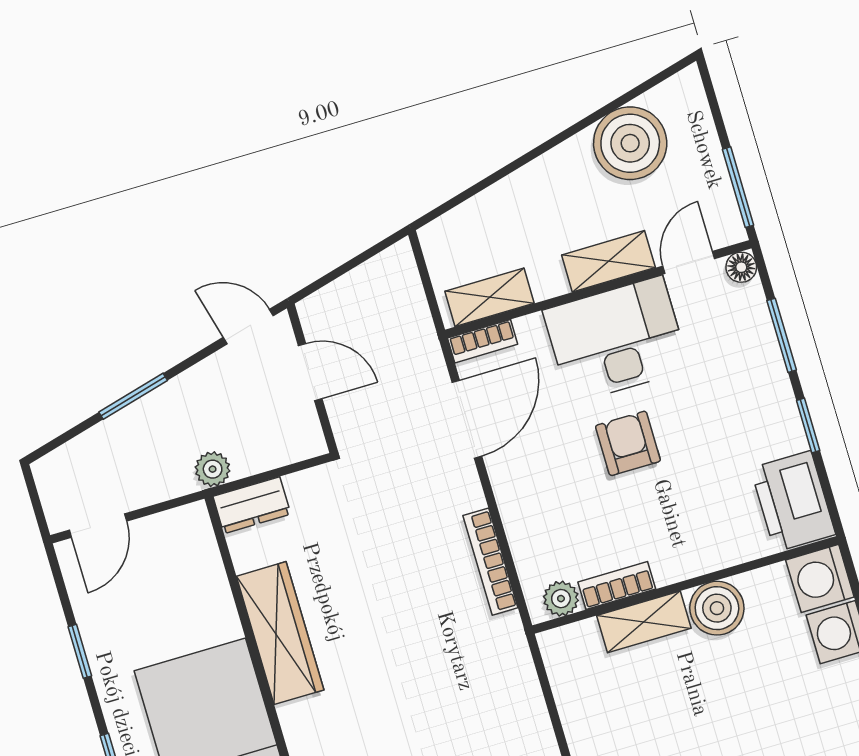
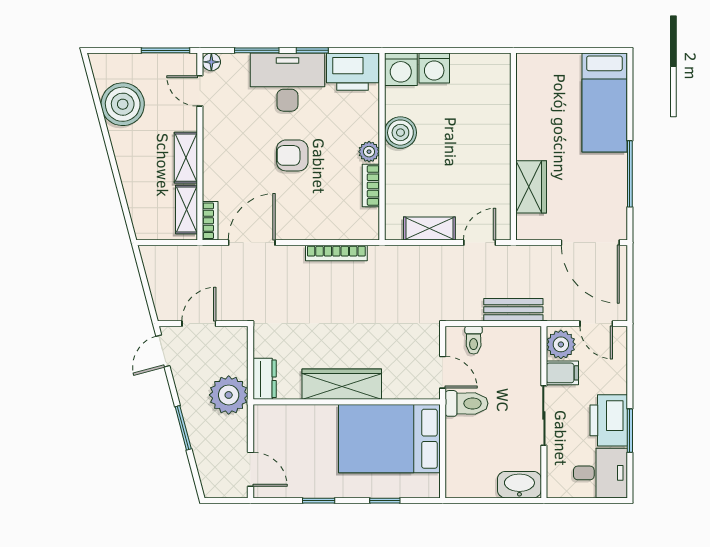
shelving: (608, 261) -> (186, 158), moved
desk: (616, 340) -> (287, 82), moved, turned 90
door: (467, 419) -> (252, 243), hinge flipped
plant: (213, 469) -> (229, 395), width x1.88, depth x1.88
plant: (561, 599) -> (369, 152), moved
shelving: (644, 622) -> (429, 229), moved, turned 90

